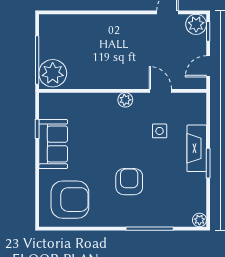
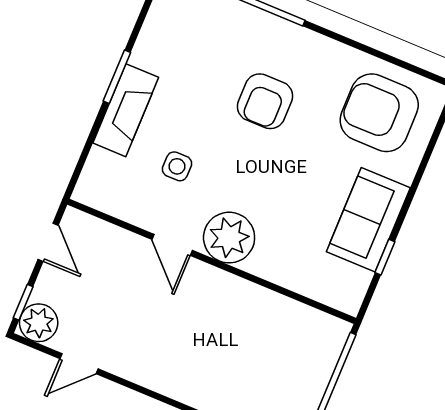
door: (208, 66) -> (48, 242), hinge flipped
plant: (53, 73) -> (319, 341), removed
door: (160, 91) -> (172, 245), moved
plant: (125, 100) -> (229, 238), width x1.87, depth x1.87

